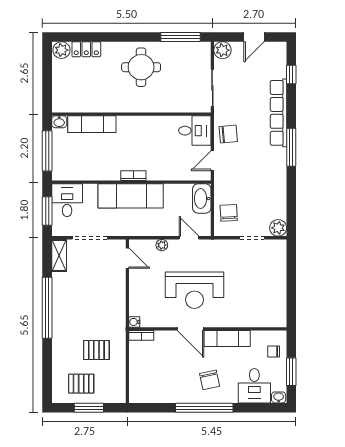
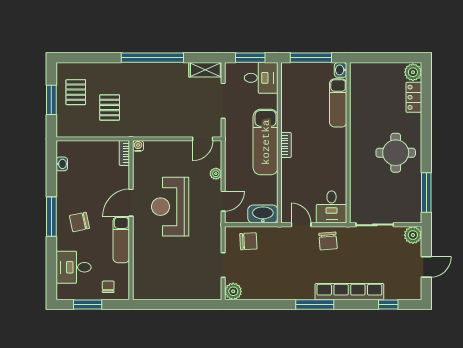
door: (254, 37) -> (426, 267), swing flipped
washbasin: (279, 397) -> (62, 164), moved
window: (204, 408) -> (51, 217), width x0.68

